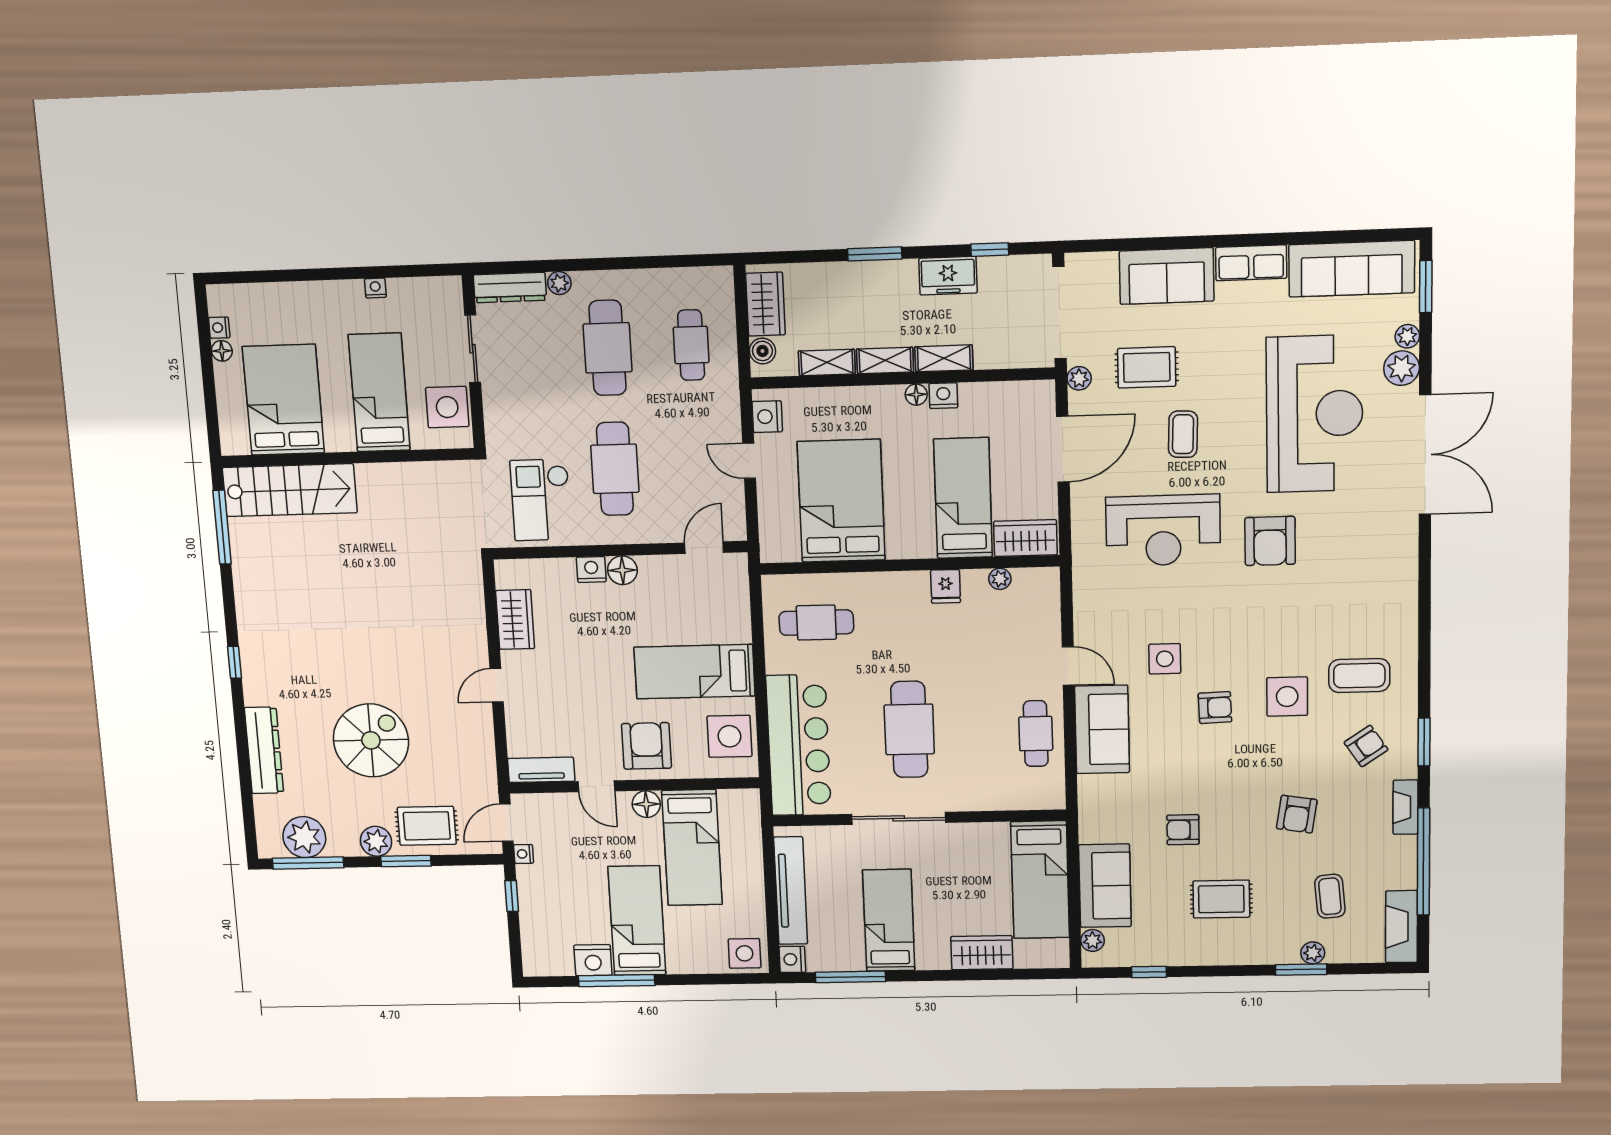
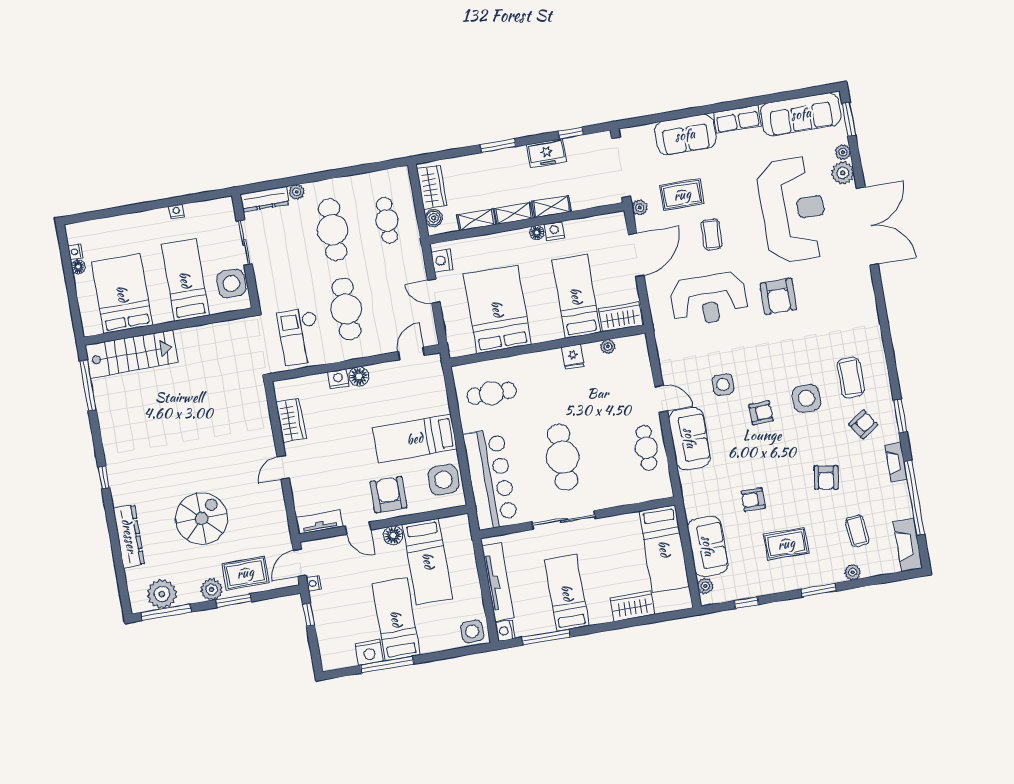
coffee table: (1359, 676) -> (851, 377), turned 90
window: (1301, 970) -> (819, 590), moved

